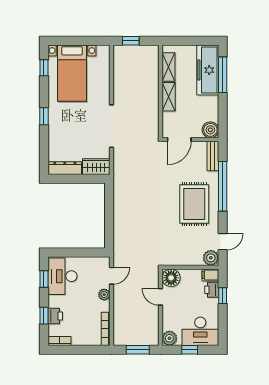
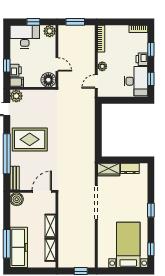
dresser: (65, 168) -> (130, 168), width x0.70
rug: (194, 204) -> (30, 139), turned 90
printer: (55, 316) -> (142, 59), moved

